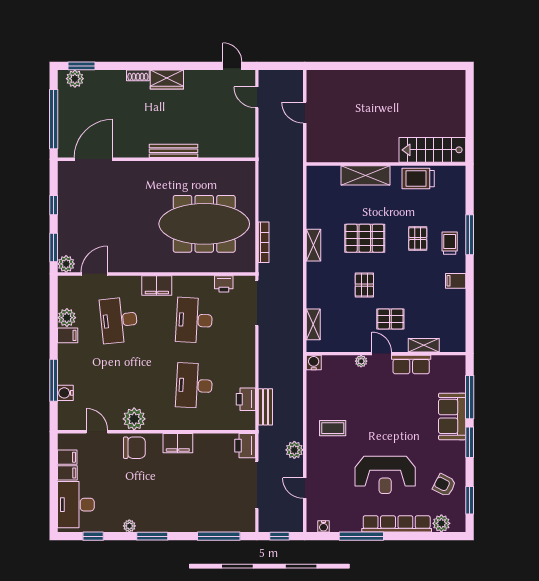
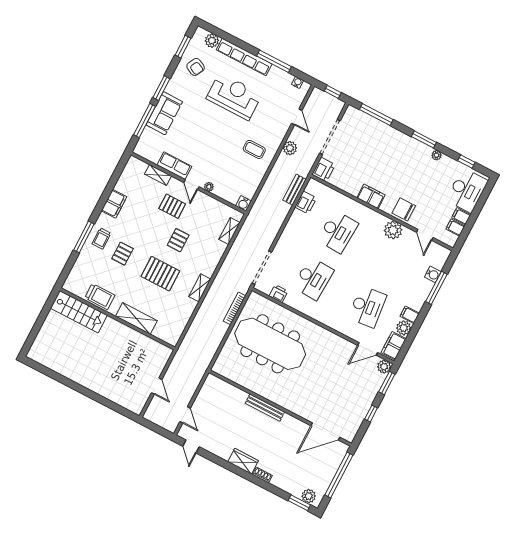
filing cabinet: (456, 281) -> (114, 204), width x2.00
filing cabinet: (157, 285) -> (394, 346), moved, turned -90

